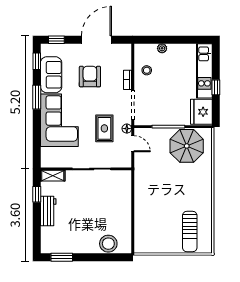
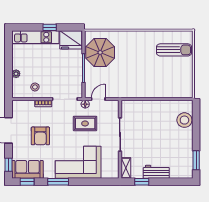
sofa: (51, 75) -> (28, 169), moved
armchair: (90, 77) -> (40, 136), turned -90

